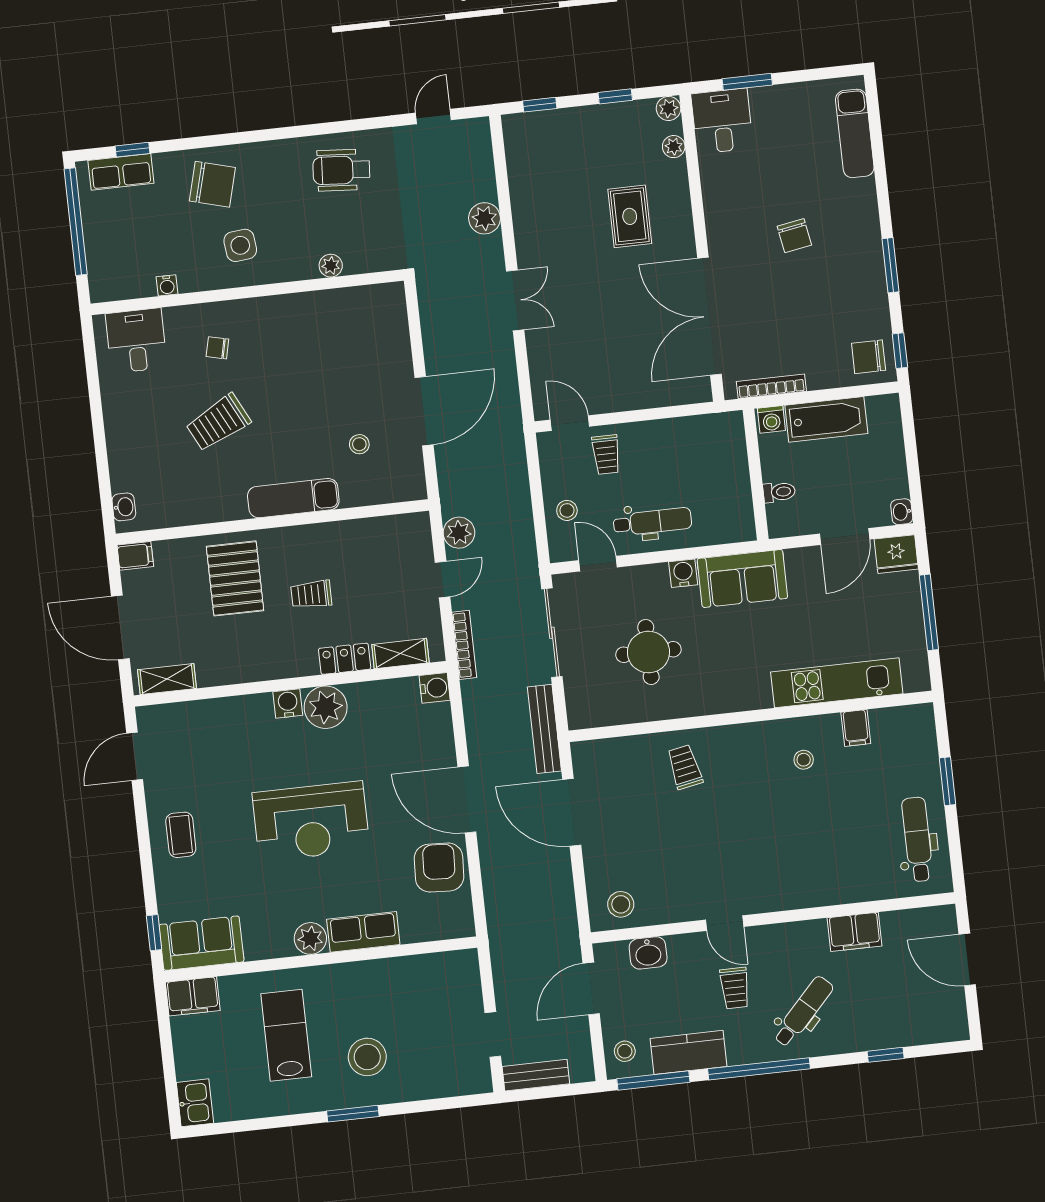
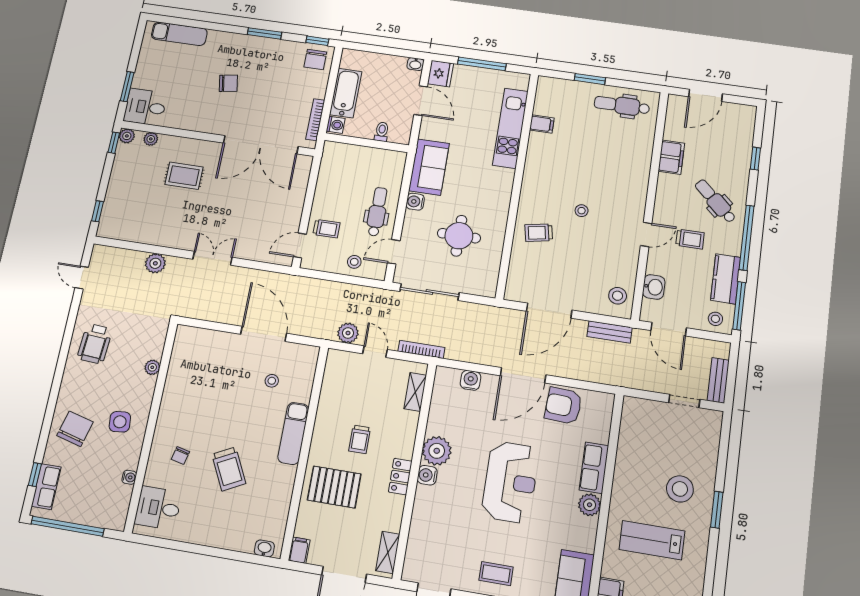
window: (615, 96) -> (114, 143), moved
locker: (345, 659) -> (400, 477), moved
water cooler: (435, 688) -> (471, 380), moved
bench: (544, 729) -> (610, 332), moved, width x0.73
stool: (804, 760) -> (582, 211), moved

